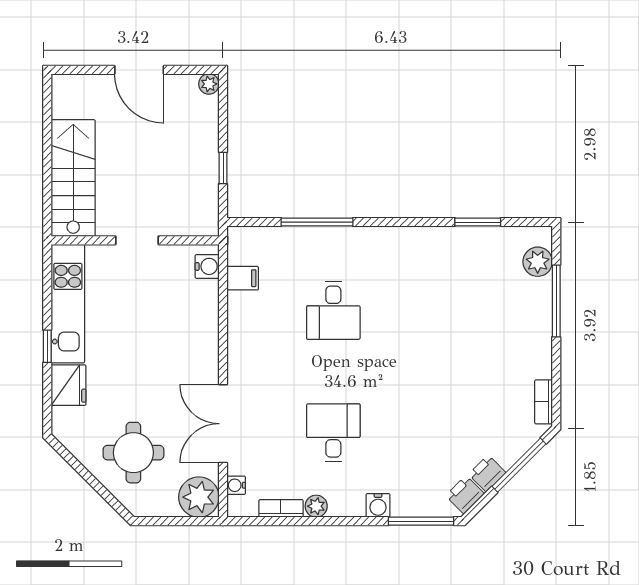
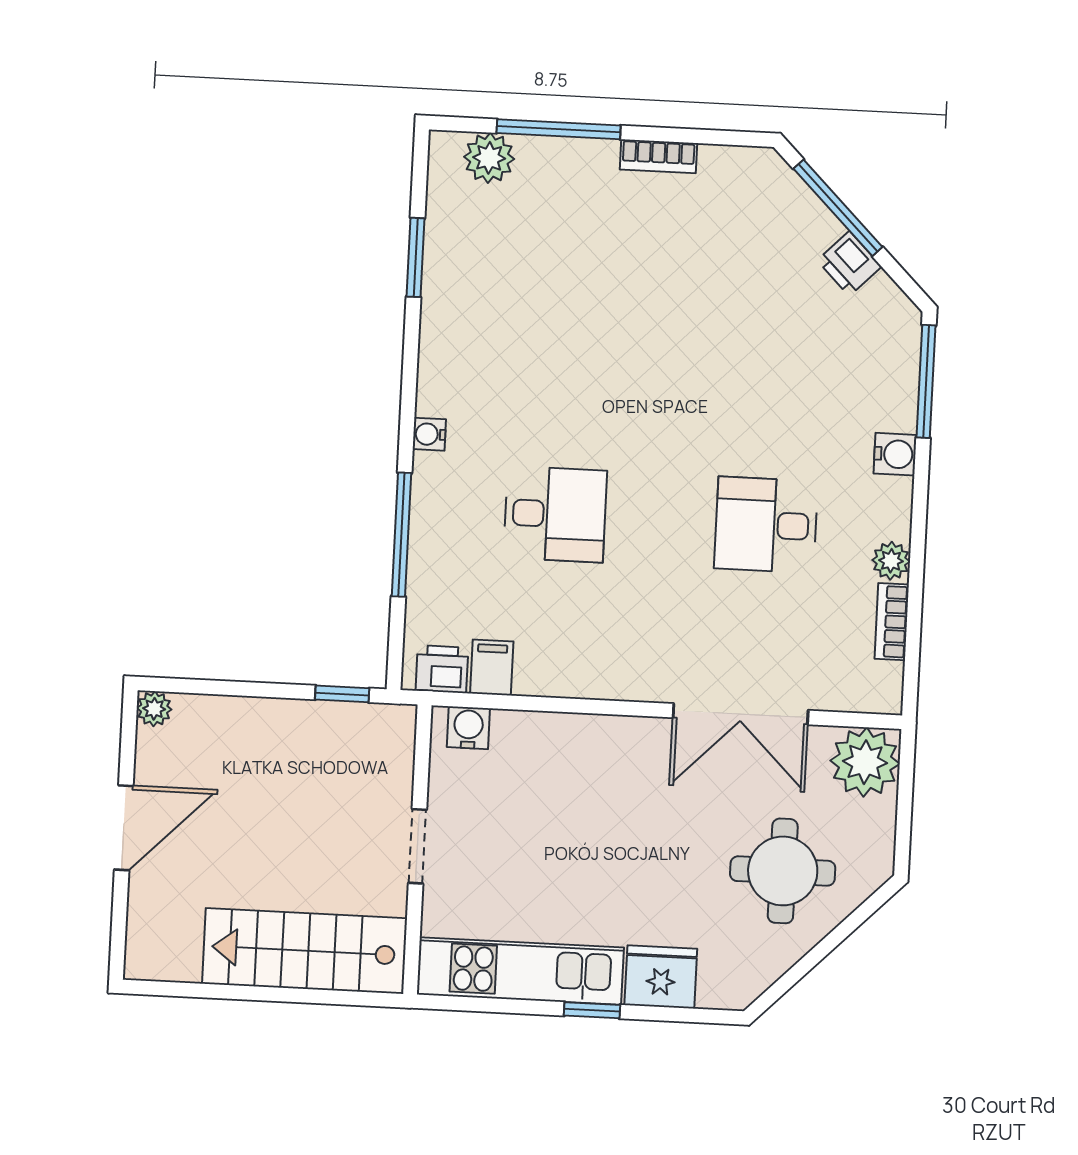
window: (223, 168) -> (342, 694), moved
bookcase: (544, 402) -> (658, 156), moved
water cooler: (236, 485) -> (429, 434), moved, turned 90
printer: (465, 495) -> (442, 669), moved, turned 135

